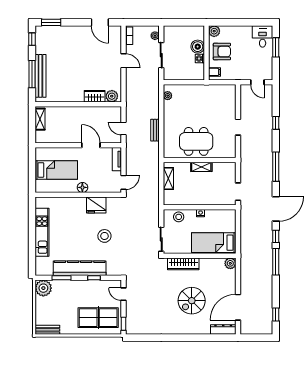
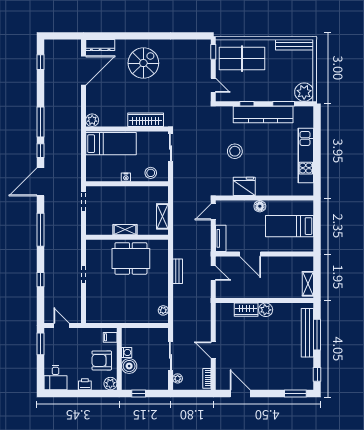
window: (189, 22) -> (139, 394), added
printer: (237, 31) -> (85, 384), added
window: (276, 47) -> (41, 344), moved
plant: (112, 96) -> (266, 310), moved
spiral stairs: (192, 301) -> (143, 63), moved
bench: (47, 330) -> (295, 45), width x1.36

